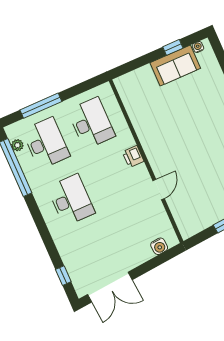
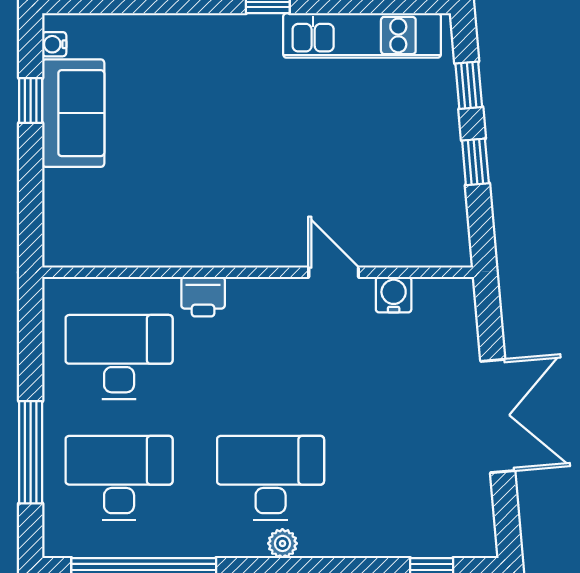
plant: (17, 145) -> (282, 543), moved
printer: (133, 156) -> (203, 297), moved
water cooler: (159, 246) -> (394, 295), moved, turned -85
double door: (110, 287) -> (498, 416), moved

